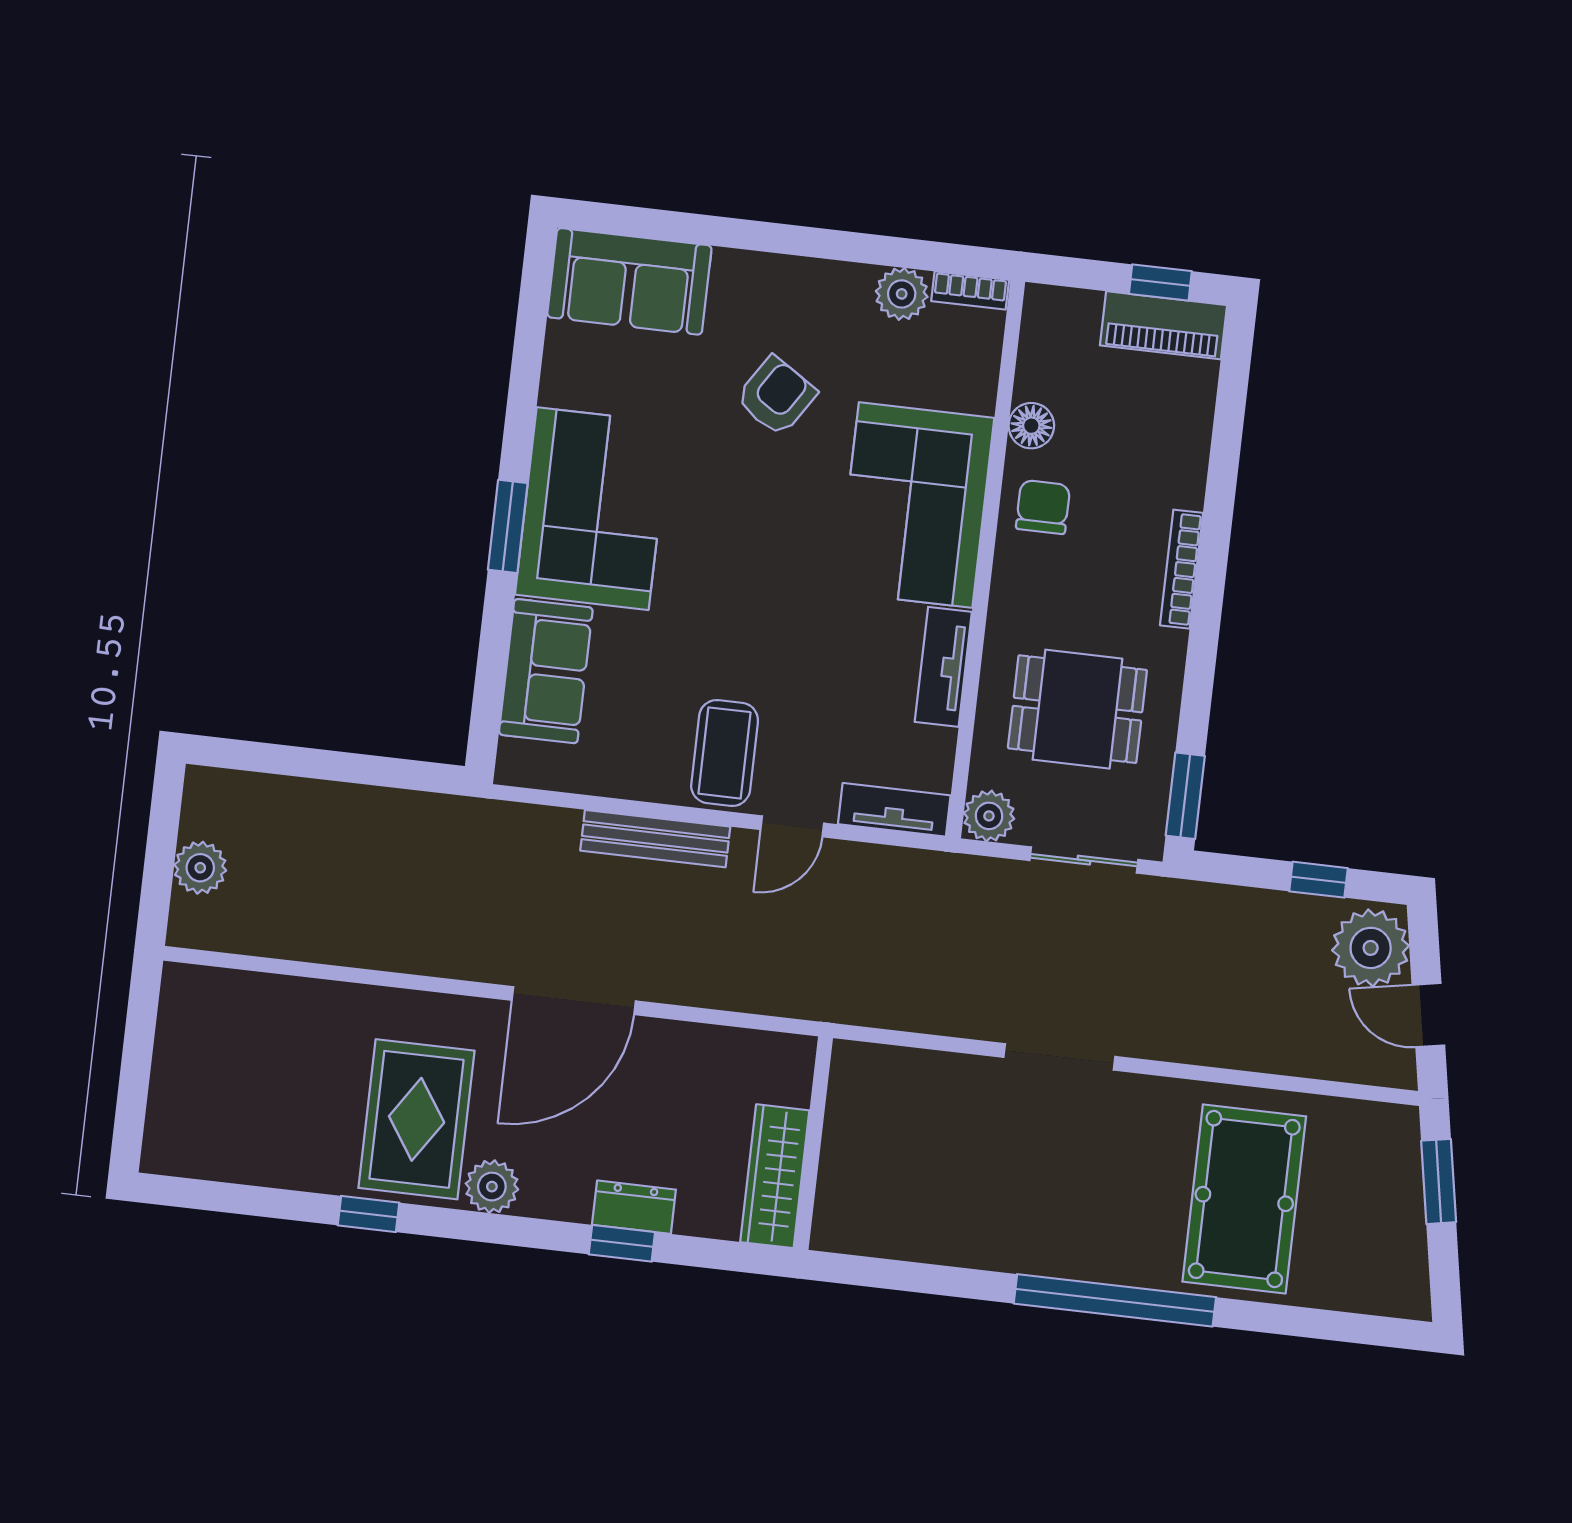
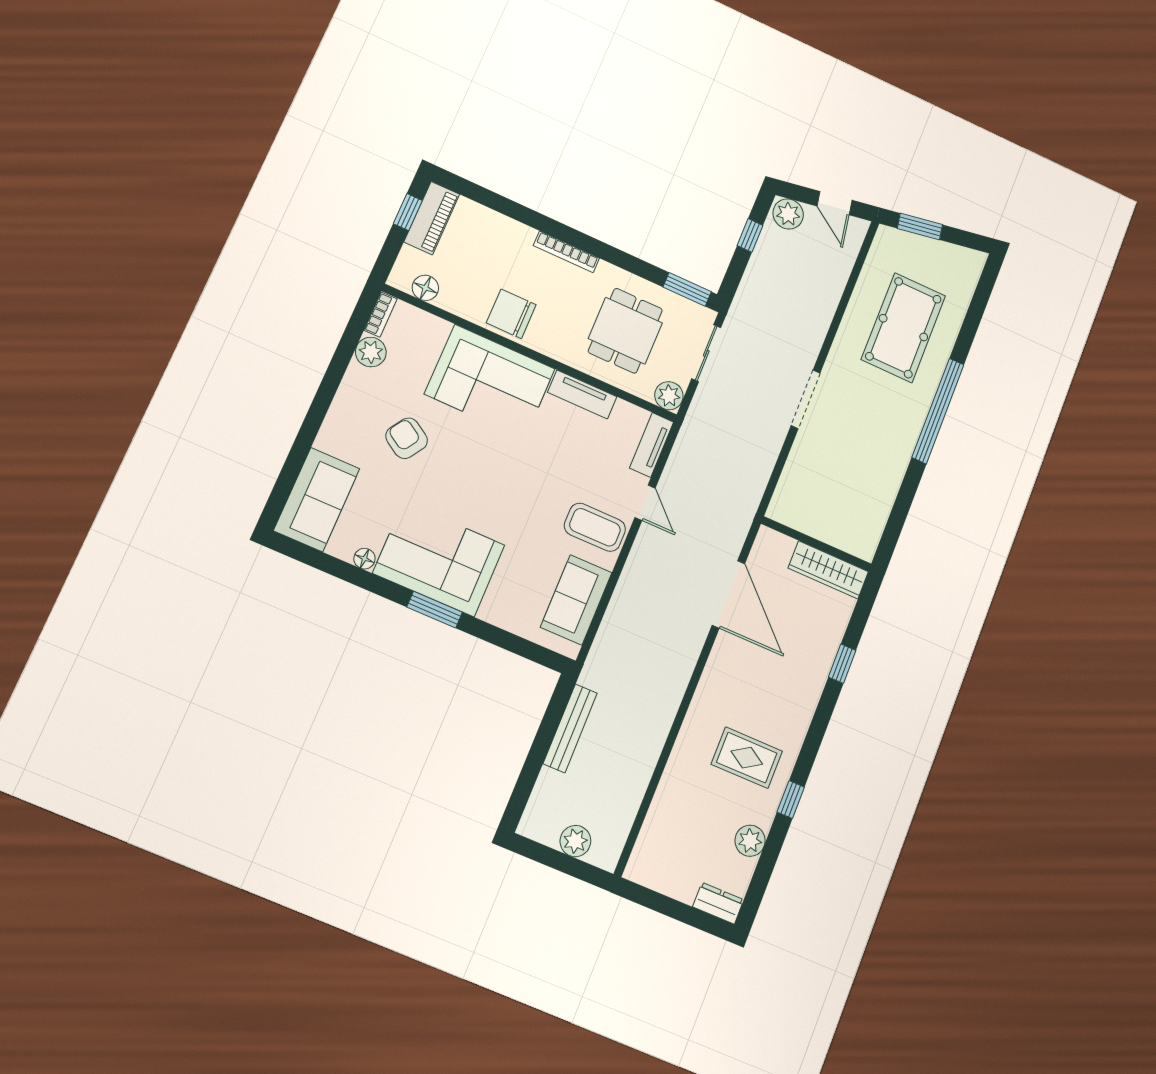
floor lamp: (557, 388) -> (365, 559), added
floor lamp: (1031, 426) -> (425, 288), moved
chair: (1043, 507) -> (511, 314), width x1.37, depth x1.37
sofa: (546, 671) -> (576, 600), moved, turned -90
bench: (655, 839) -> (570, 728), moved
plant: (1371, 948) -> (788, 214), width x0.73, depth x0.73
door: (574, 1001) -> (728, 594), moved
door: (1428, 1015) -> (835, 203), hinge flipped
rug: (417, 1119) -> (747, 758), width x0.73, depth x0.70
plant: (492, 1187) -> (750, 841), moved
pool table: (1244, 1199) -> (903, 328), turned 90
dresser: (634, 1207) -> (718, 903), moved, turned 90

